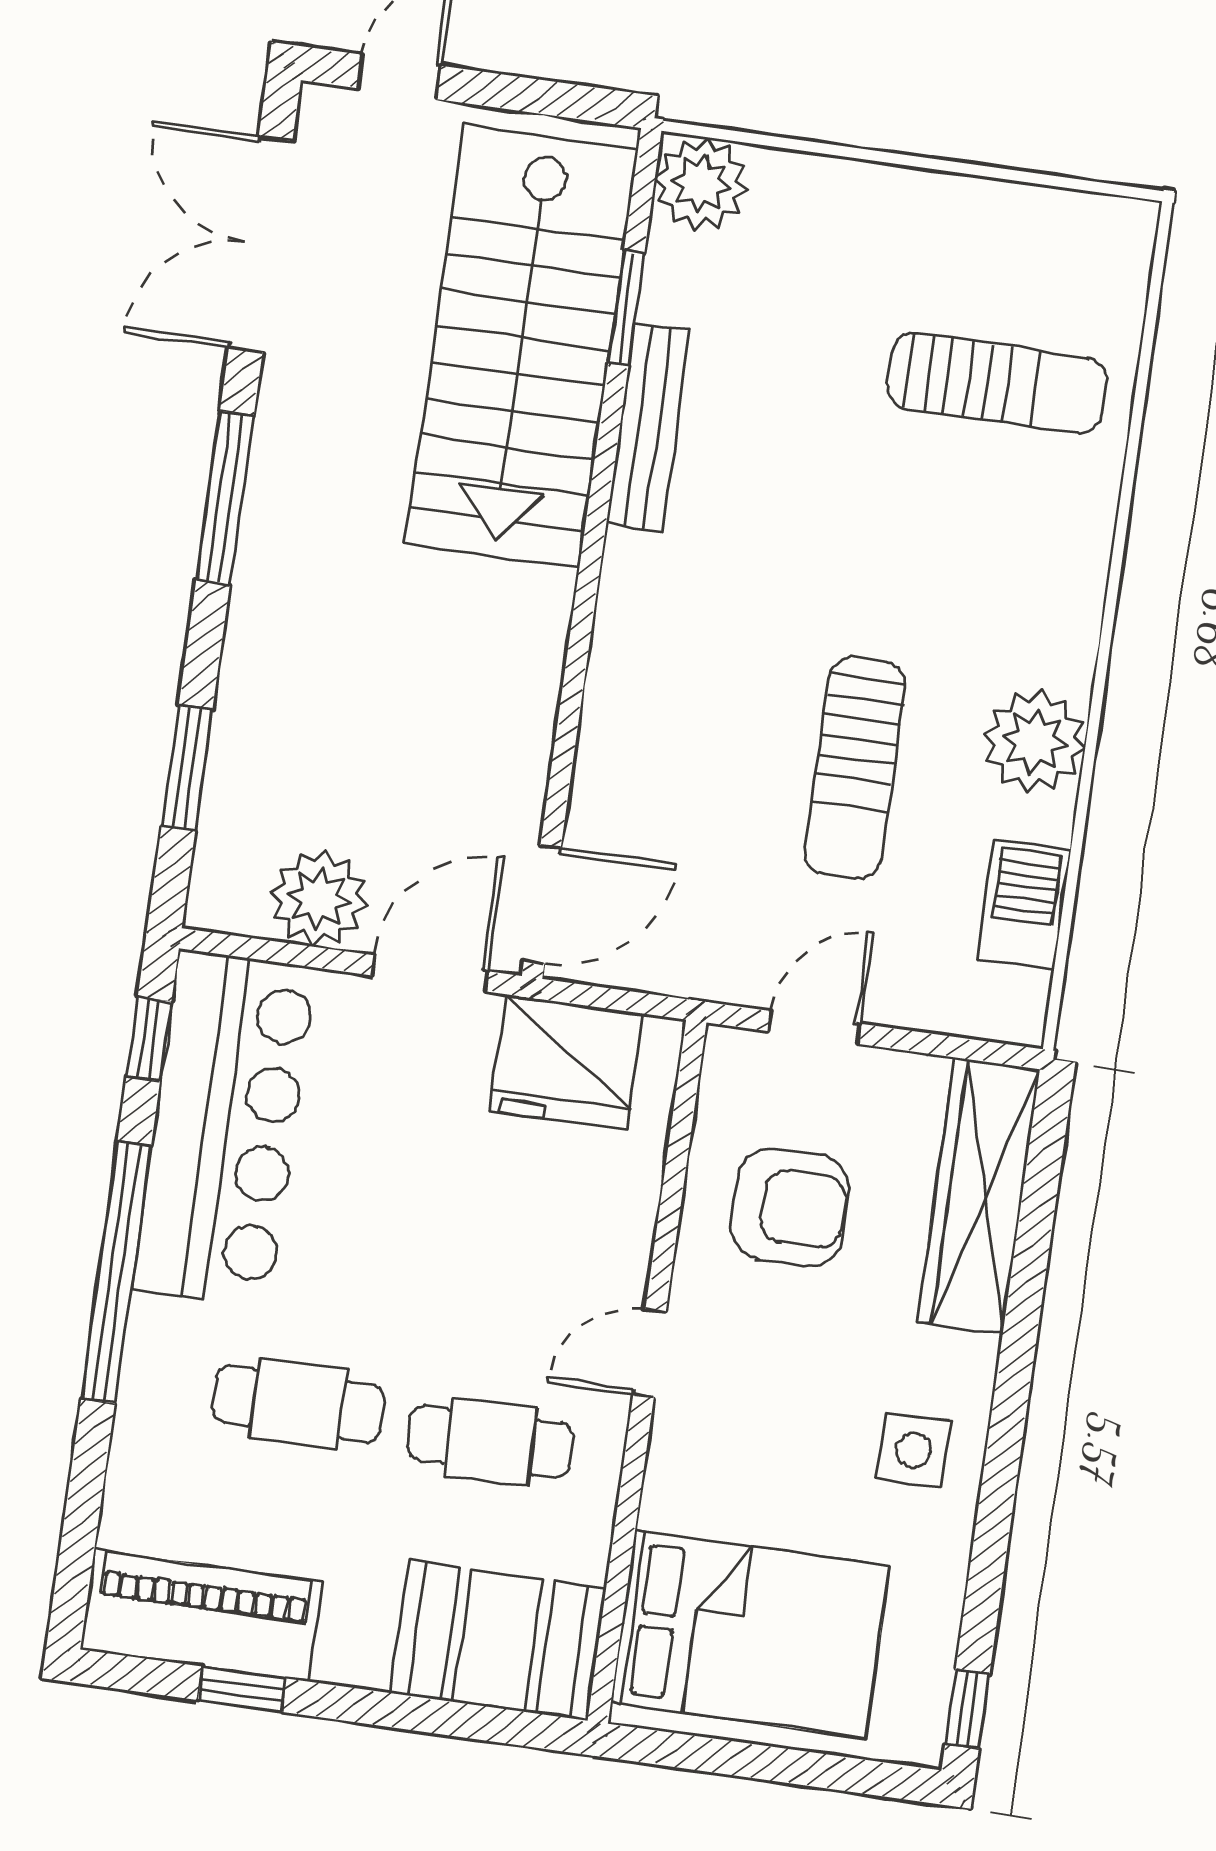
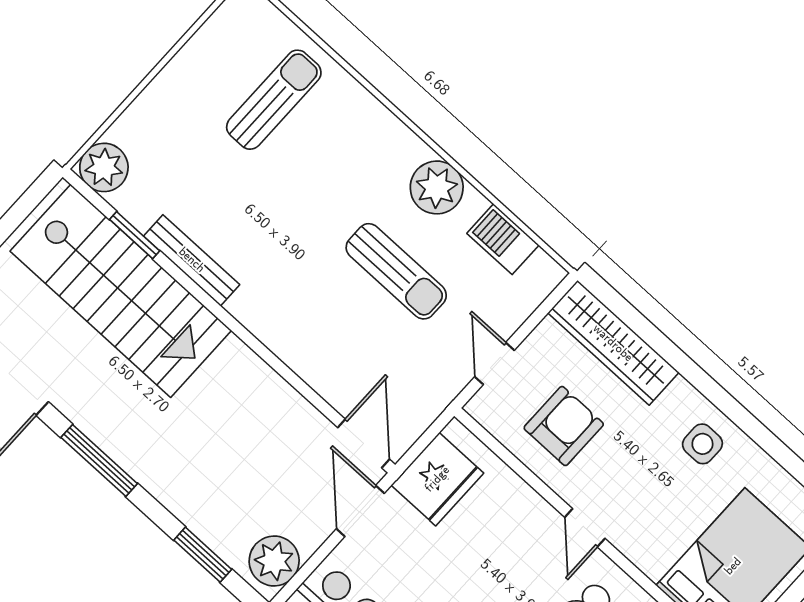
plant: (319, 899) -> (274, 561), moved

